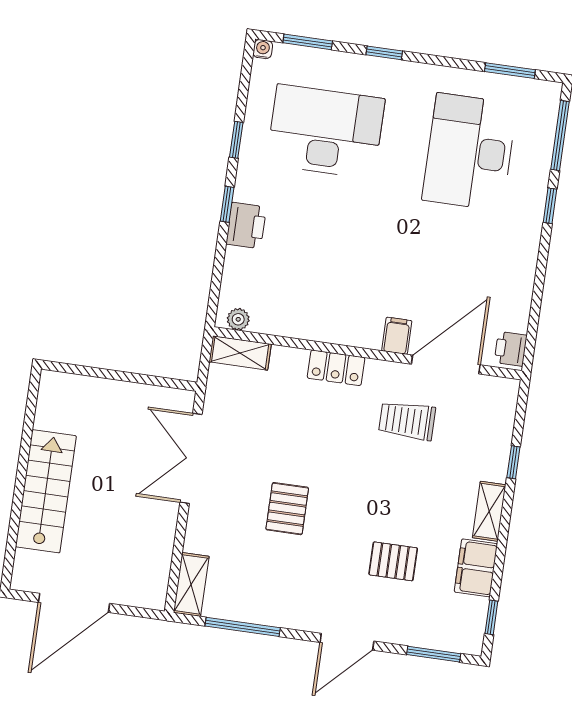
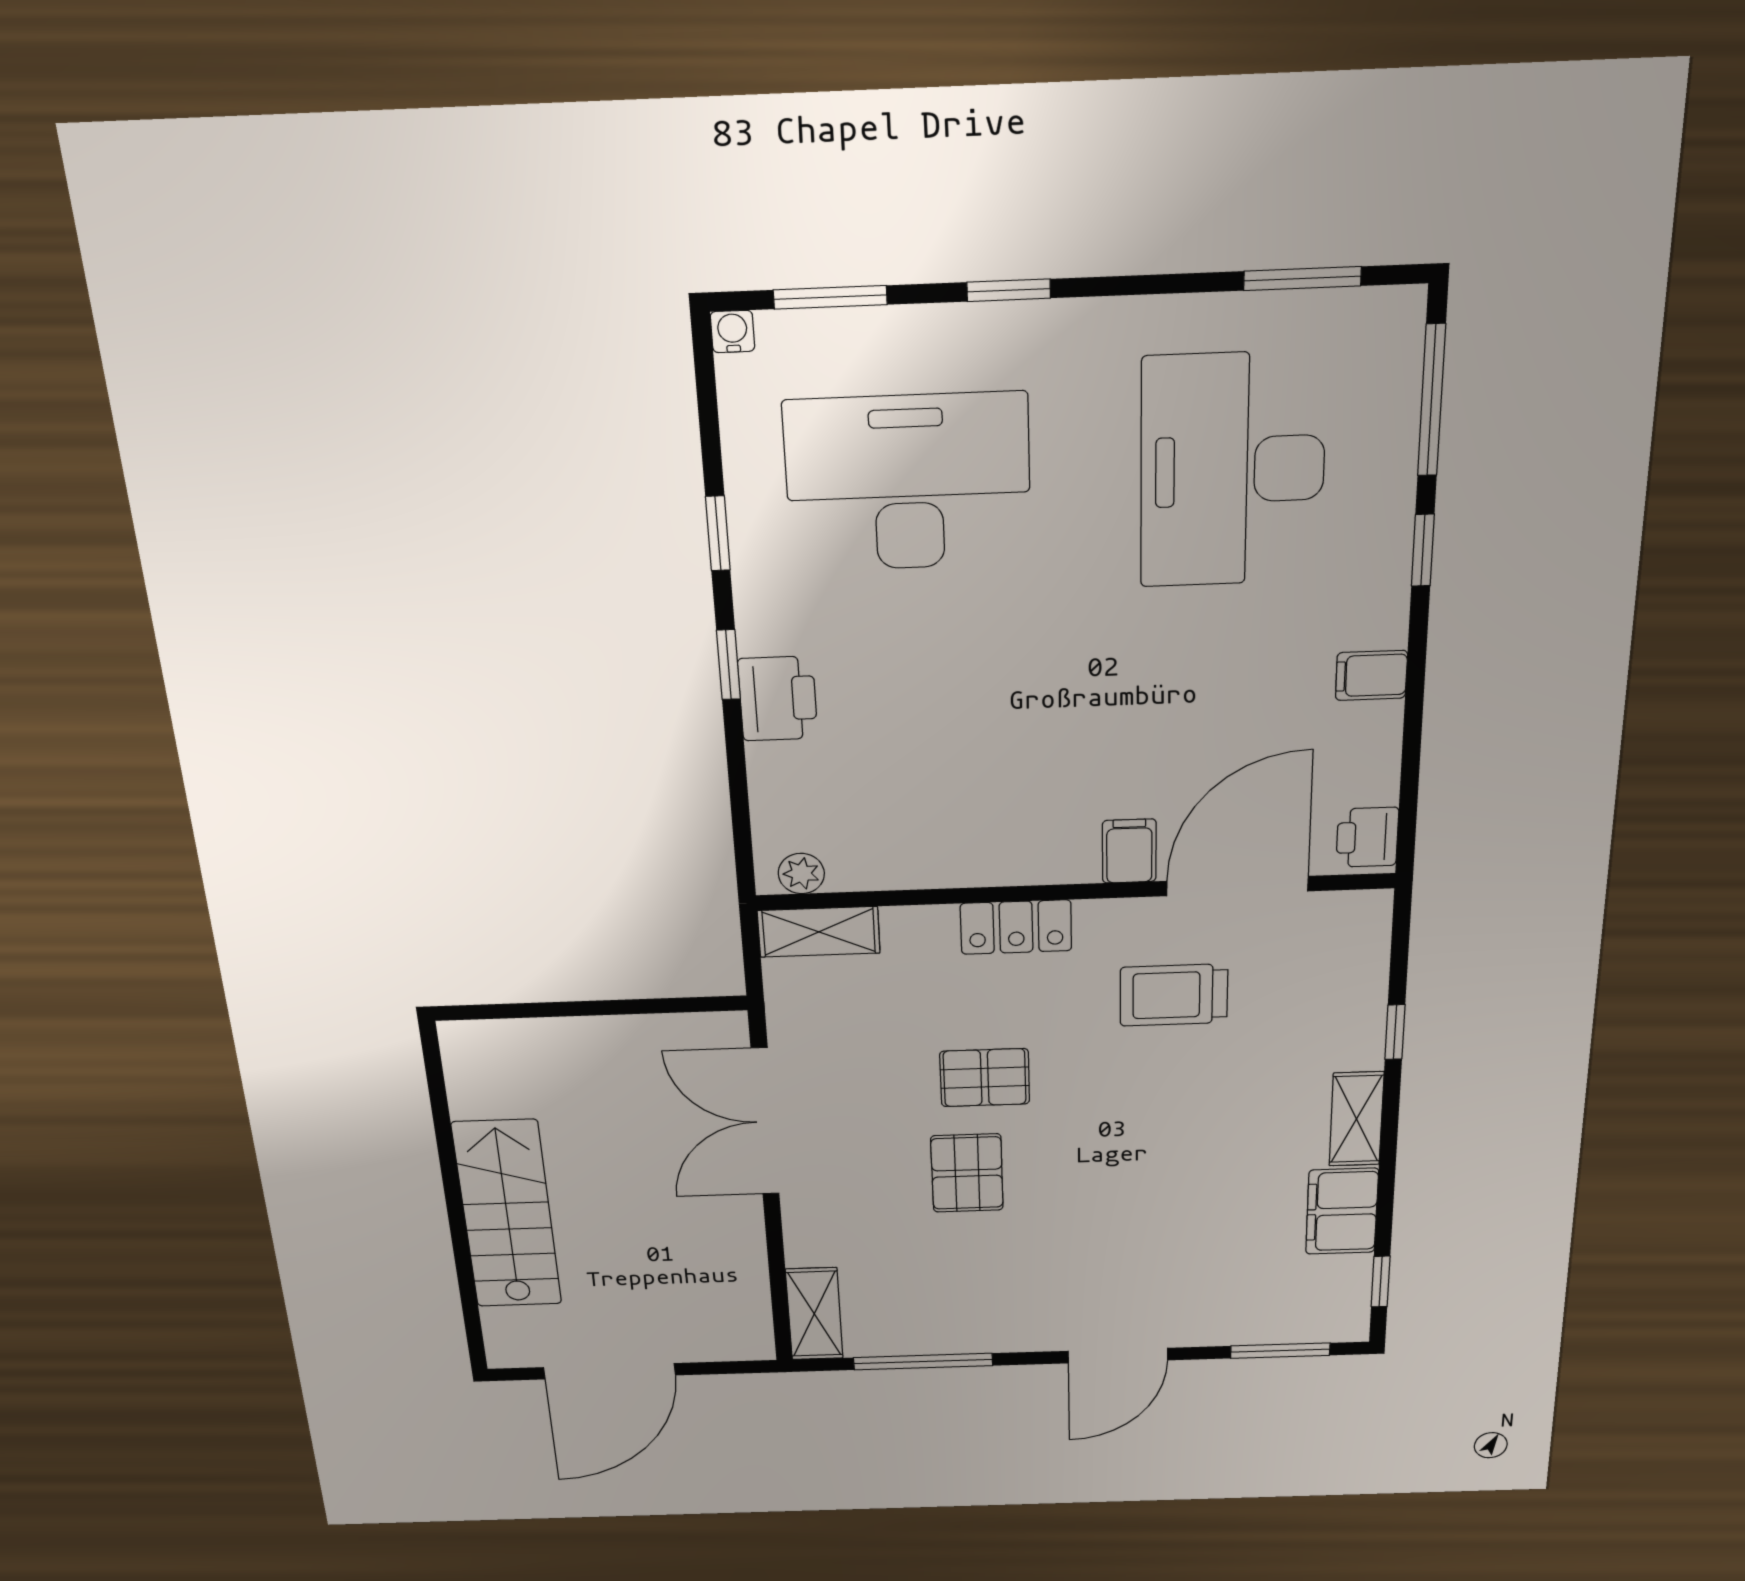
filing cabinet: (521, 264) -> (1371, 675), added
pallet: (393, 561) -> (985, 1078), moved

